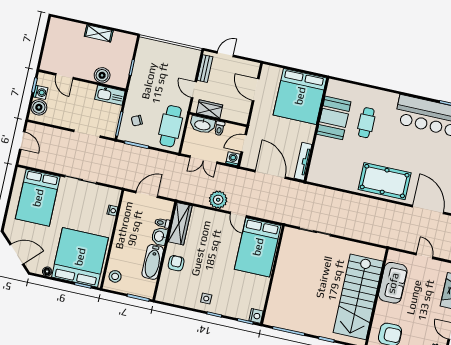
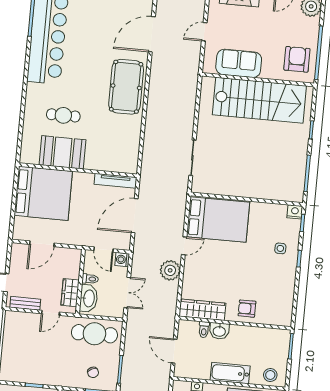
bathtub: (153, 262) -> (230, 373), moved, turned 180
side table: (206, 298) -> (280, 248), moved

